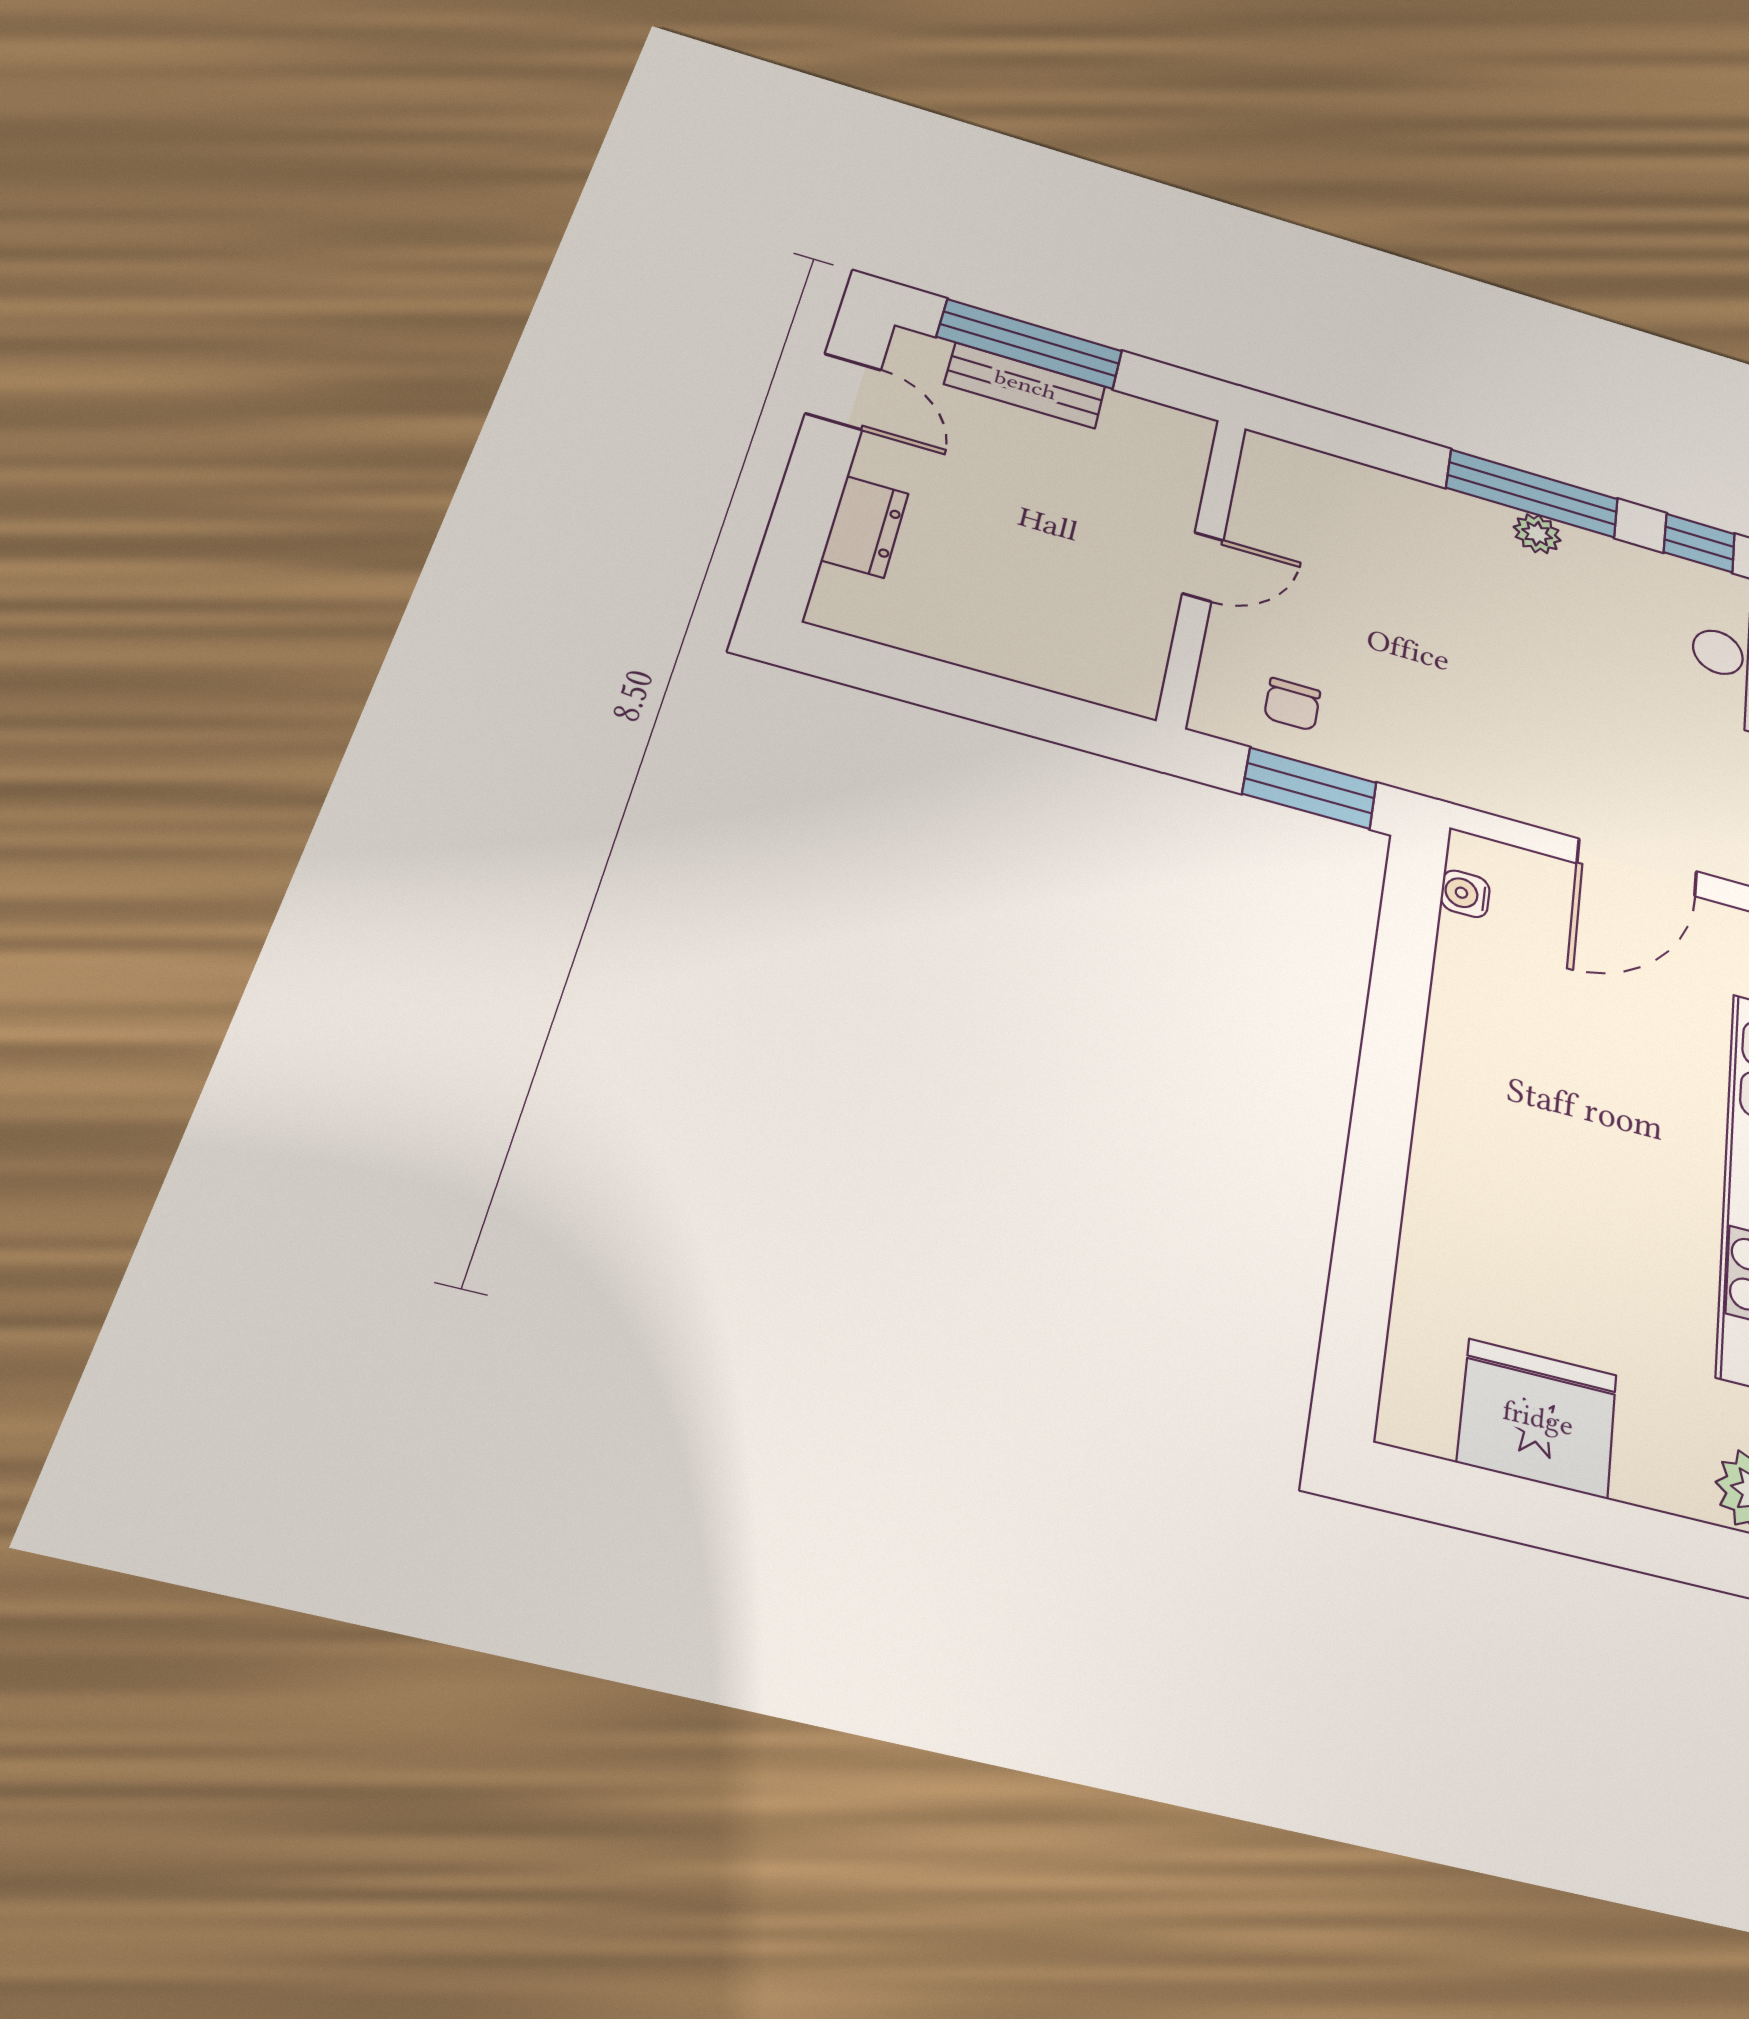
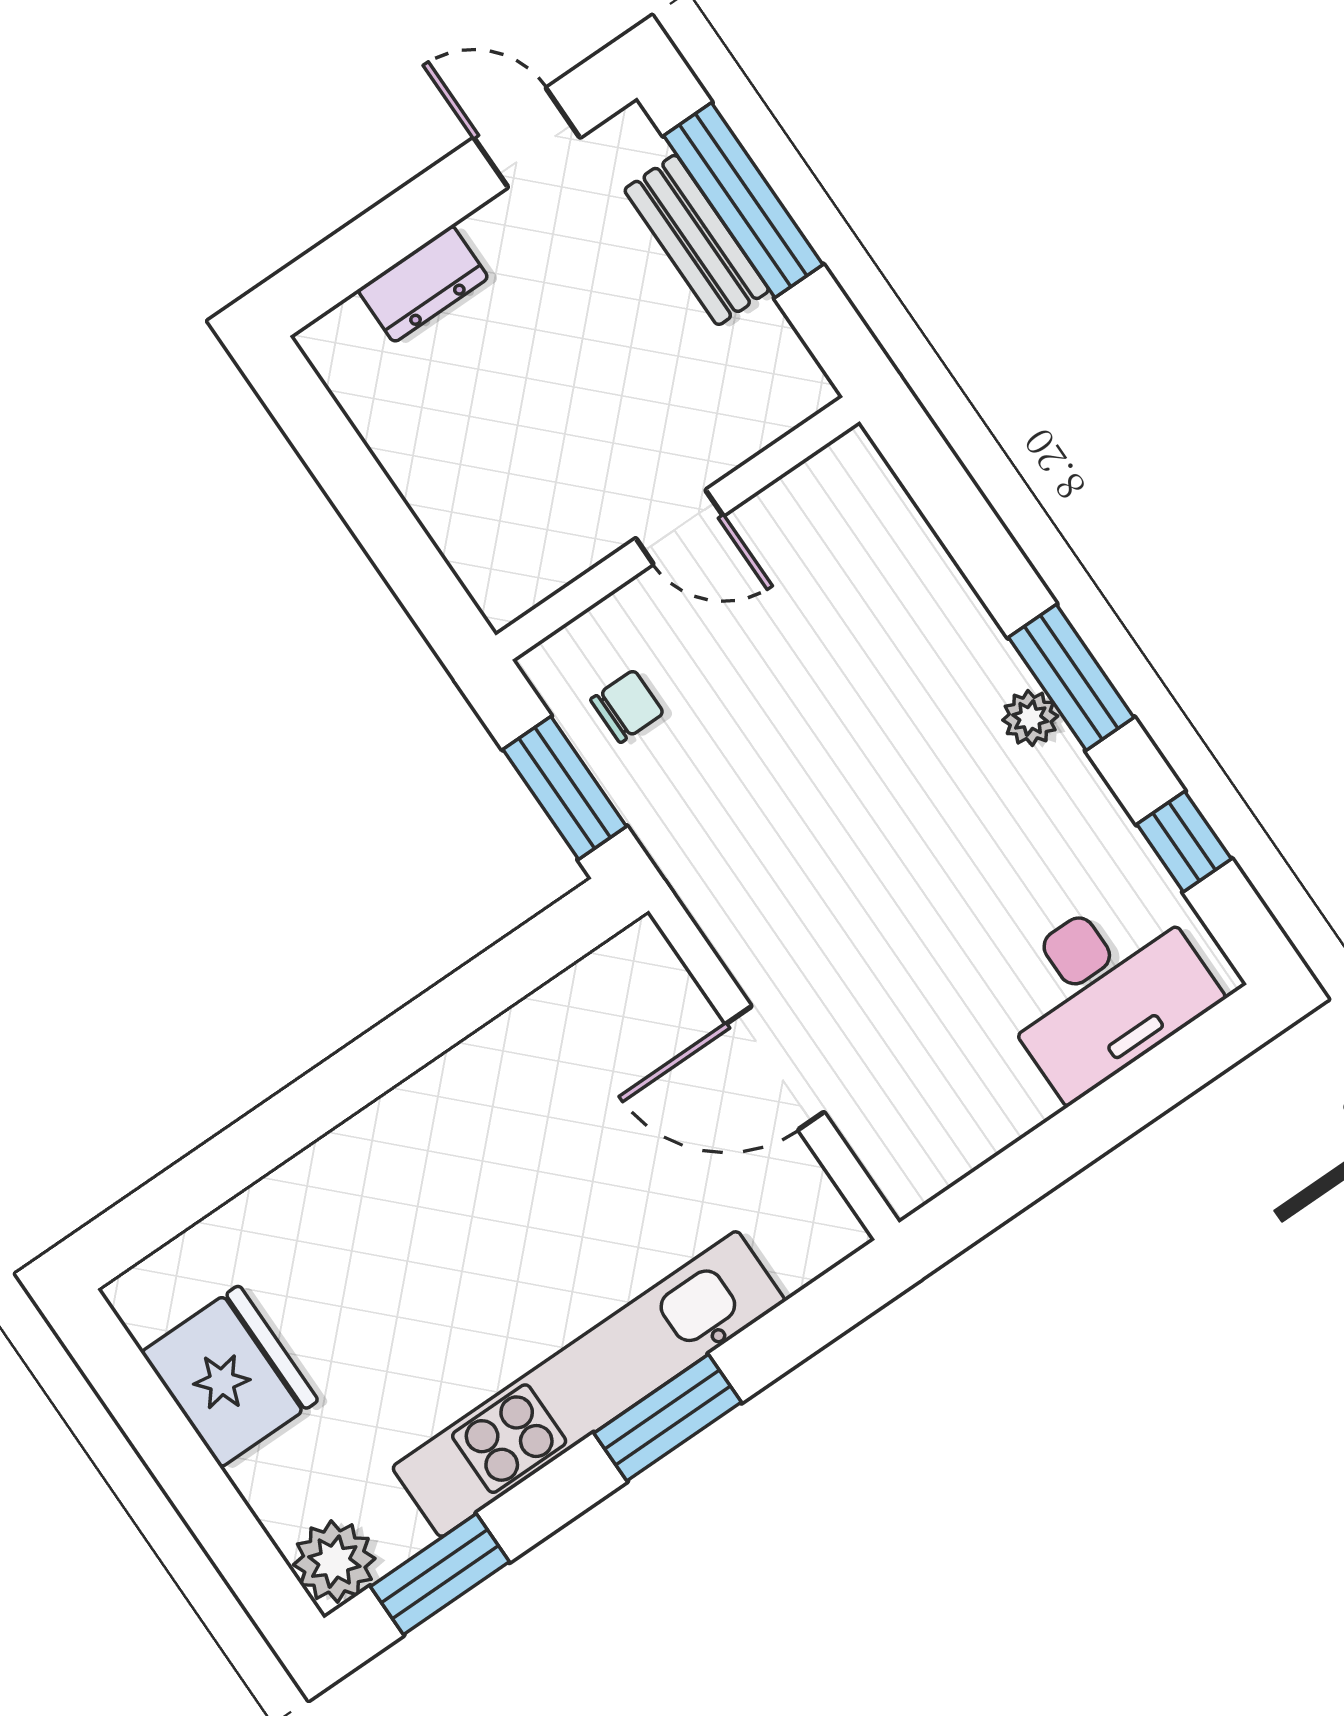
door: (843, 392) -> (527, 138), swing flipped
window: (1533, 493) -> (1071, 677), width x0.69
chair: (1292, 704) -> (627, 706), turned 180
water cooler: (1465, 894) -> (601, 973), removed

